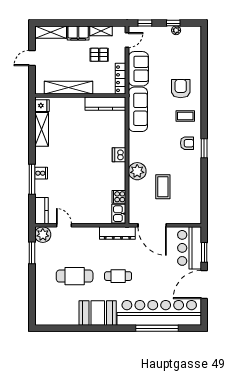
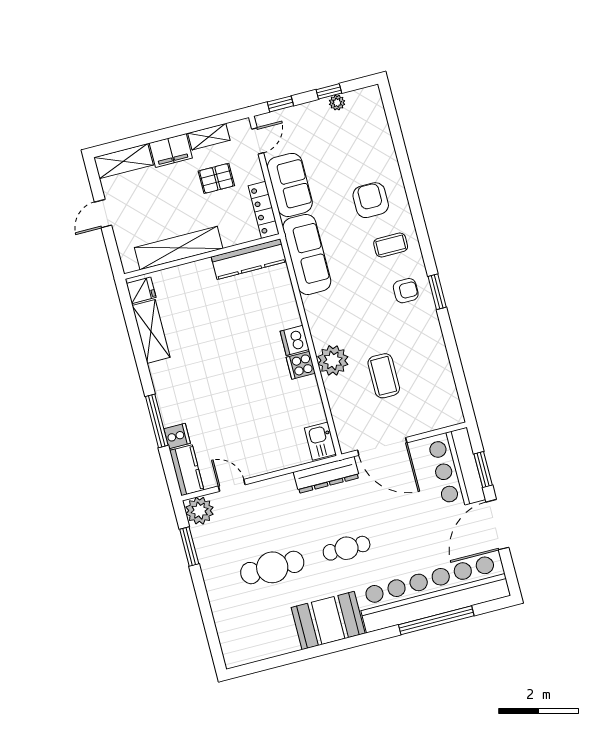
cooker: (41, 173) -> (177, 436), moved
cooker: (119, 197) -> (301, 365), moved

